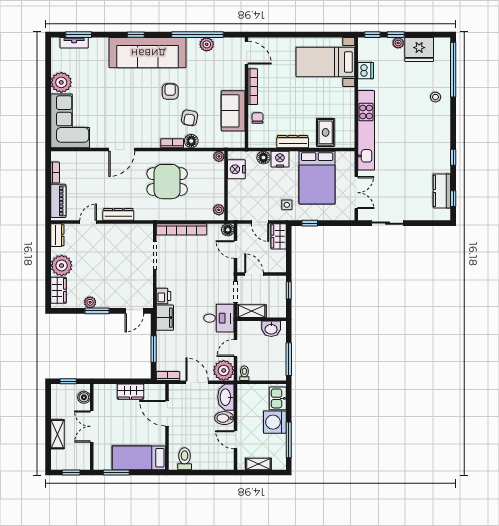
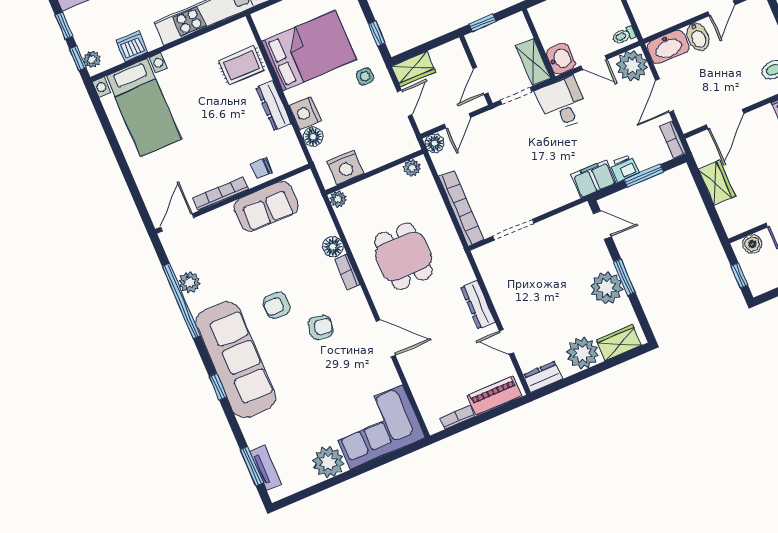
plant: (398, 43) -> (92, 59), moved
armchair: (190, 118) -> (320, 327), moved
printer: (163, 296) -> (625, 168), moved
plant: (90, 302) -> (607, 288), width x1.87, depth x1.87
washbasin: (271, 329) -> (561, 59), moved

